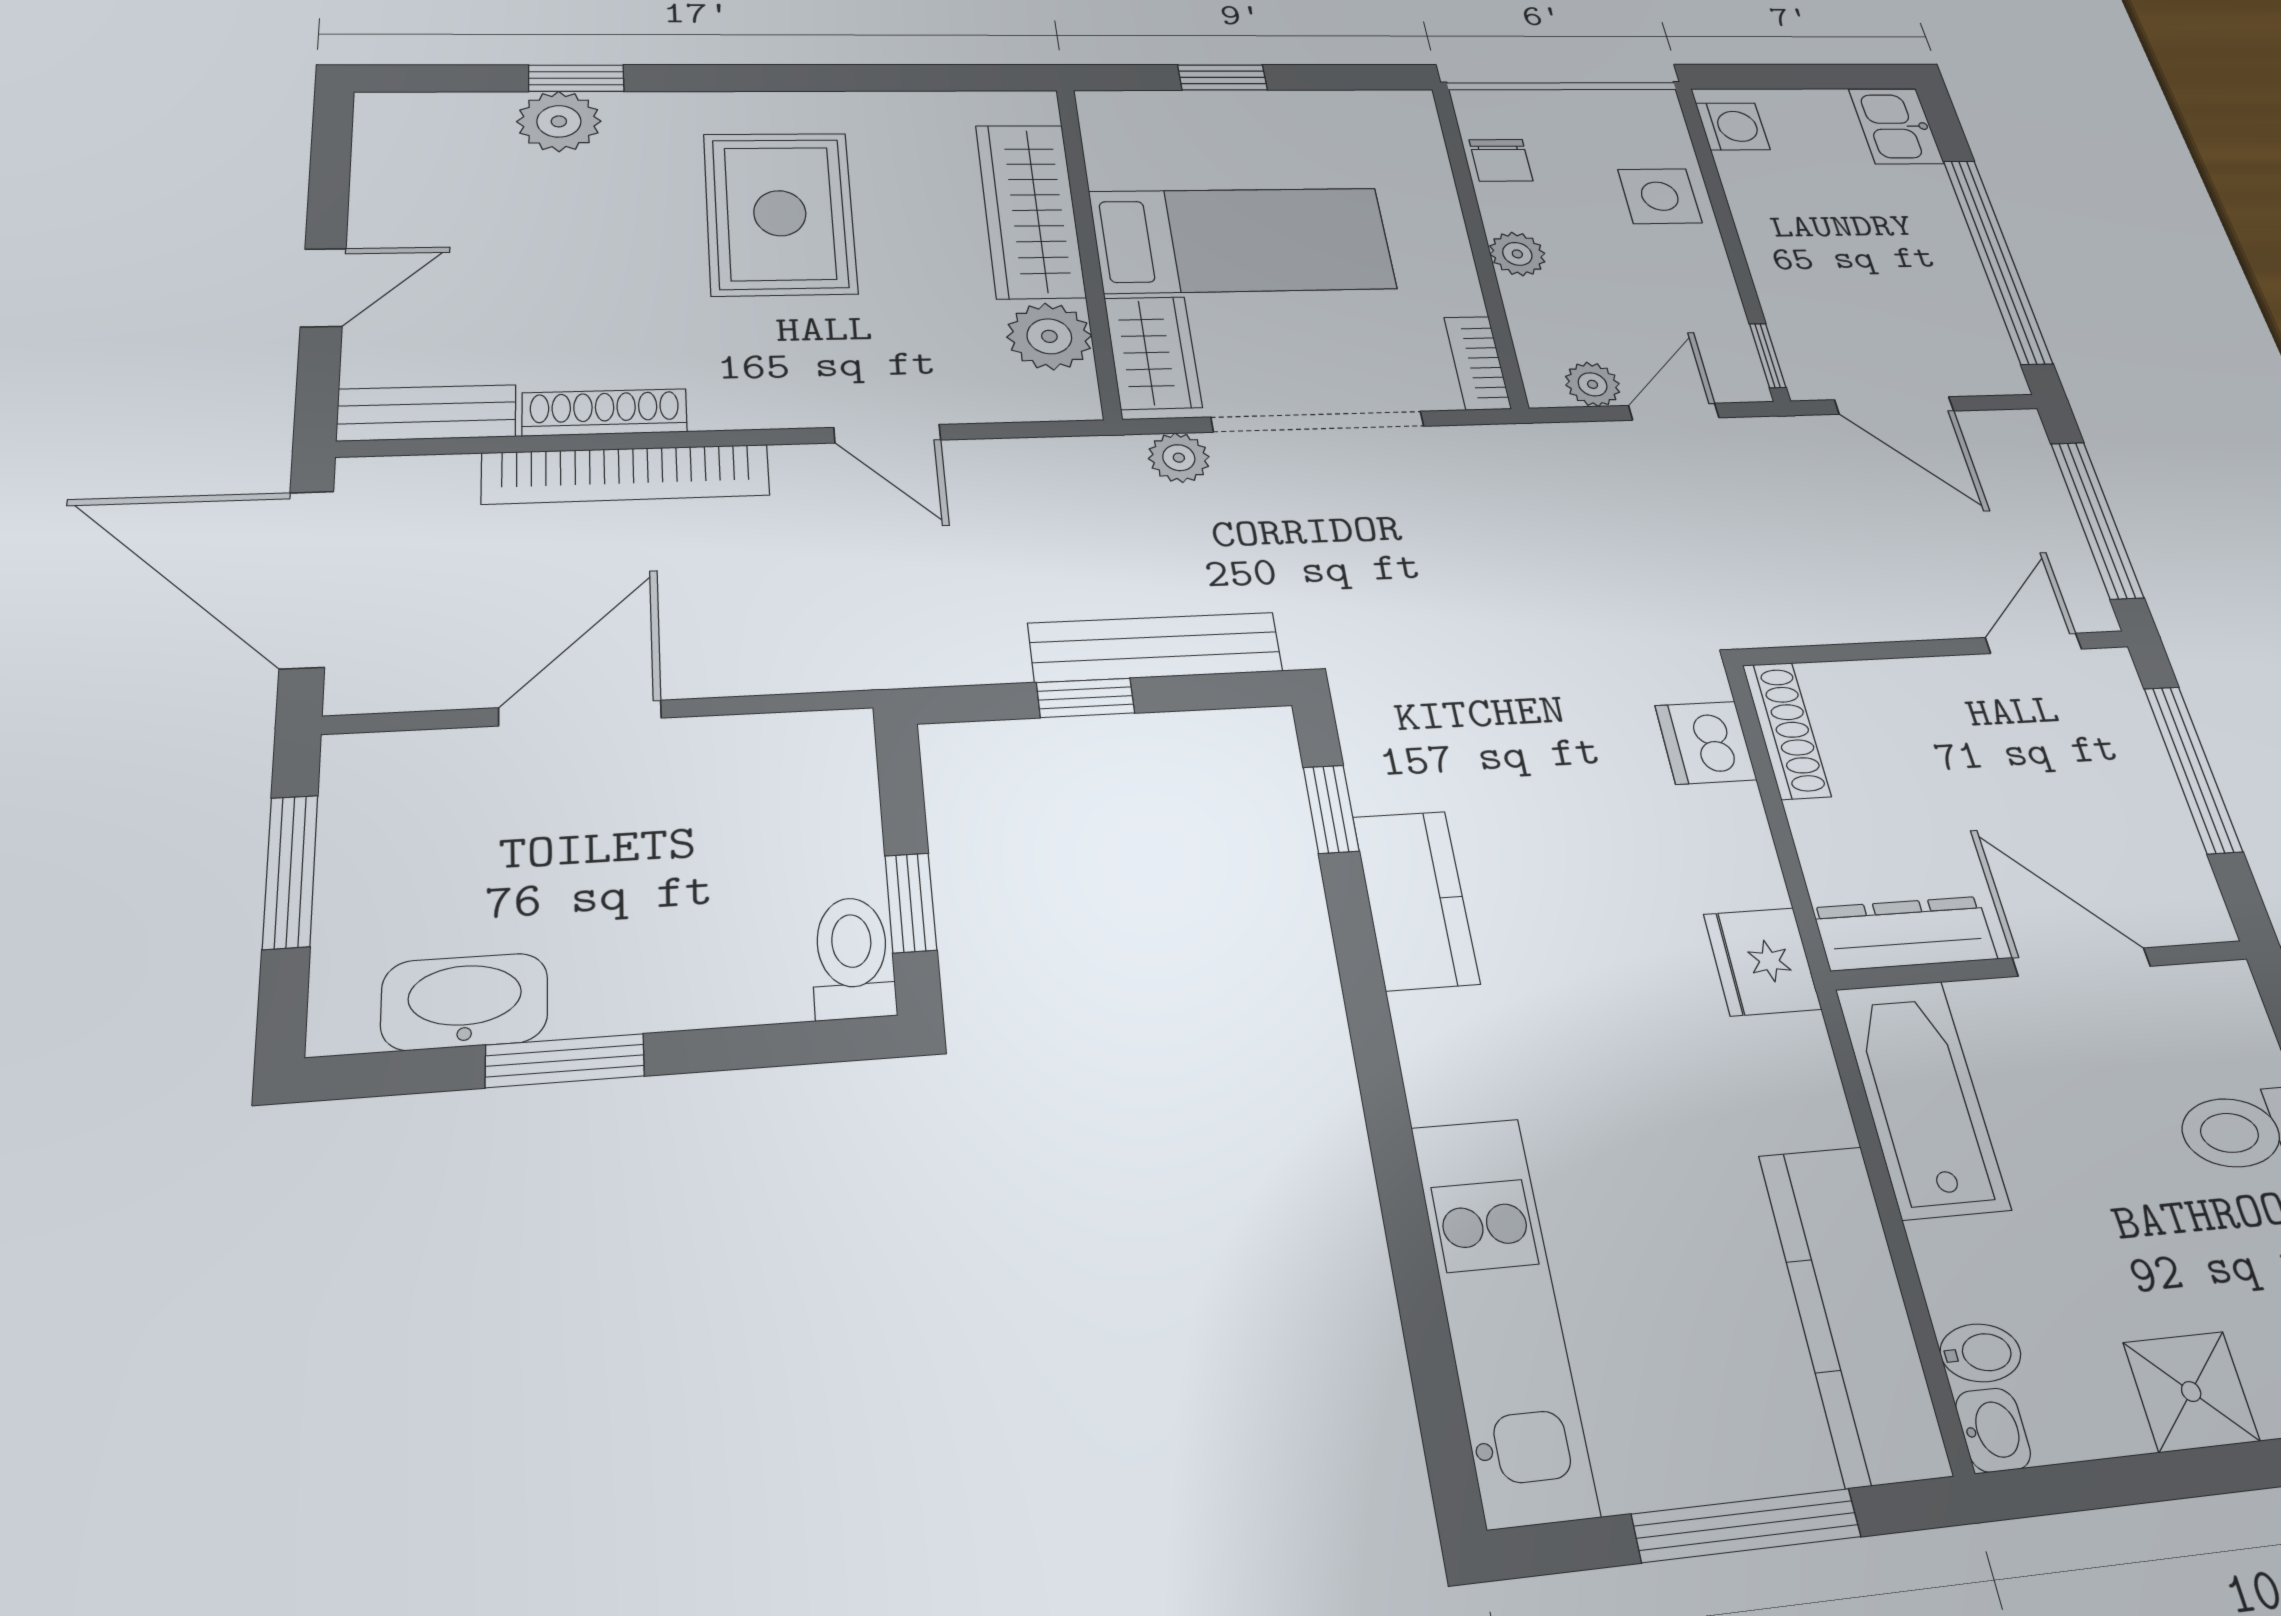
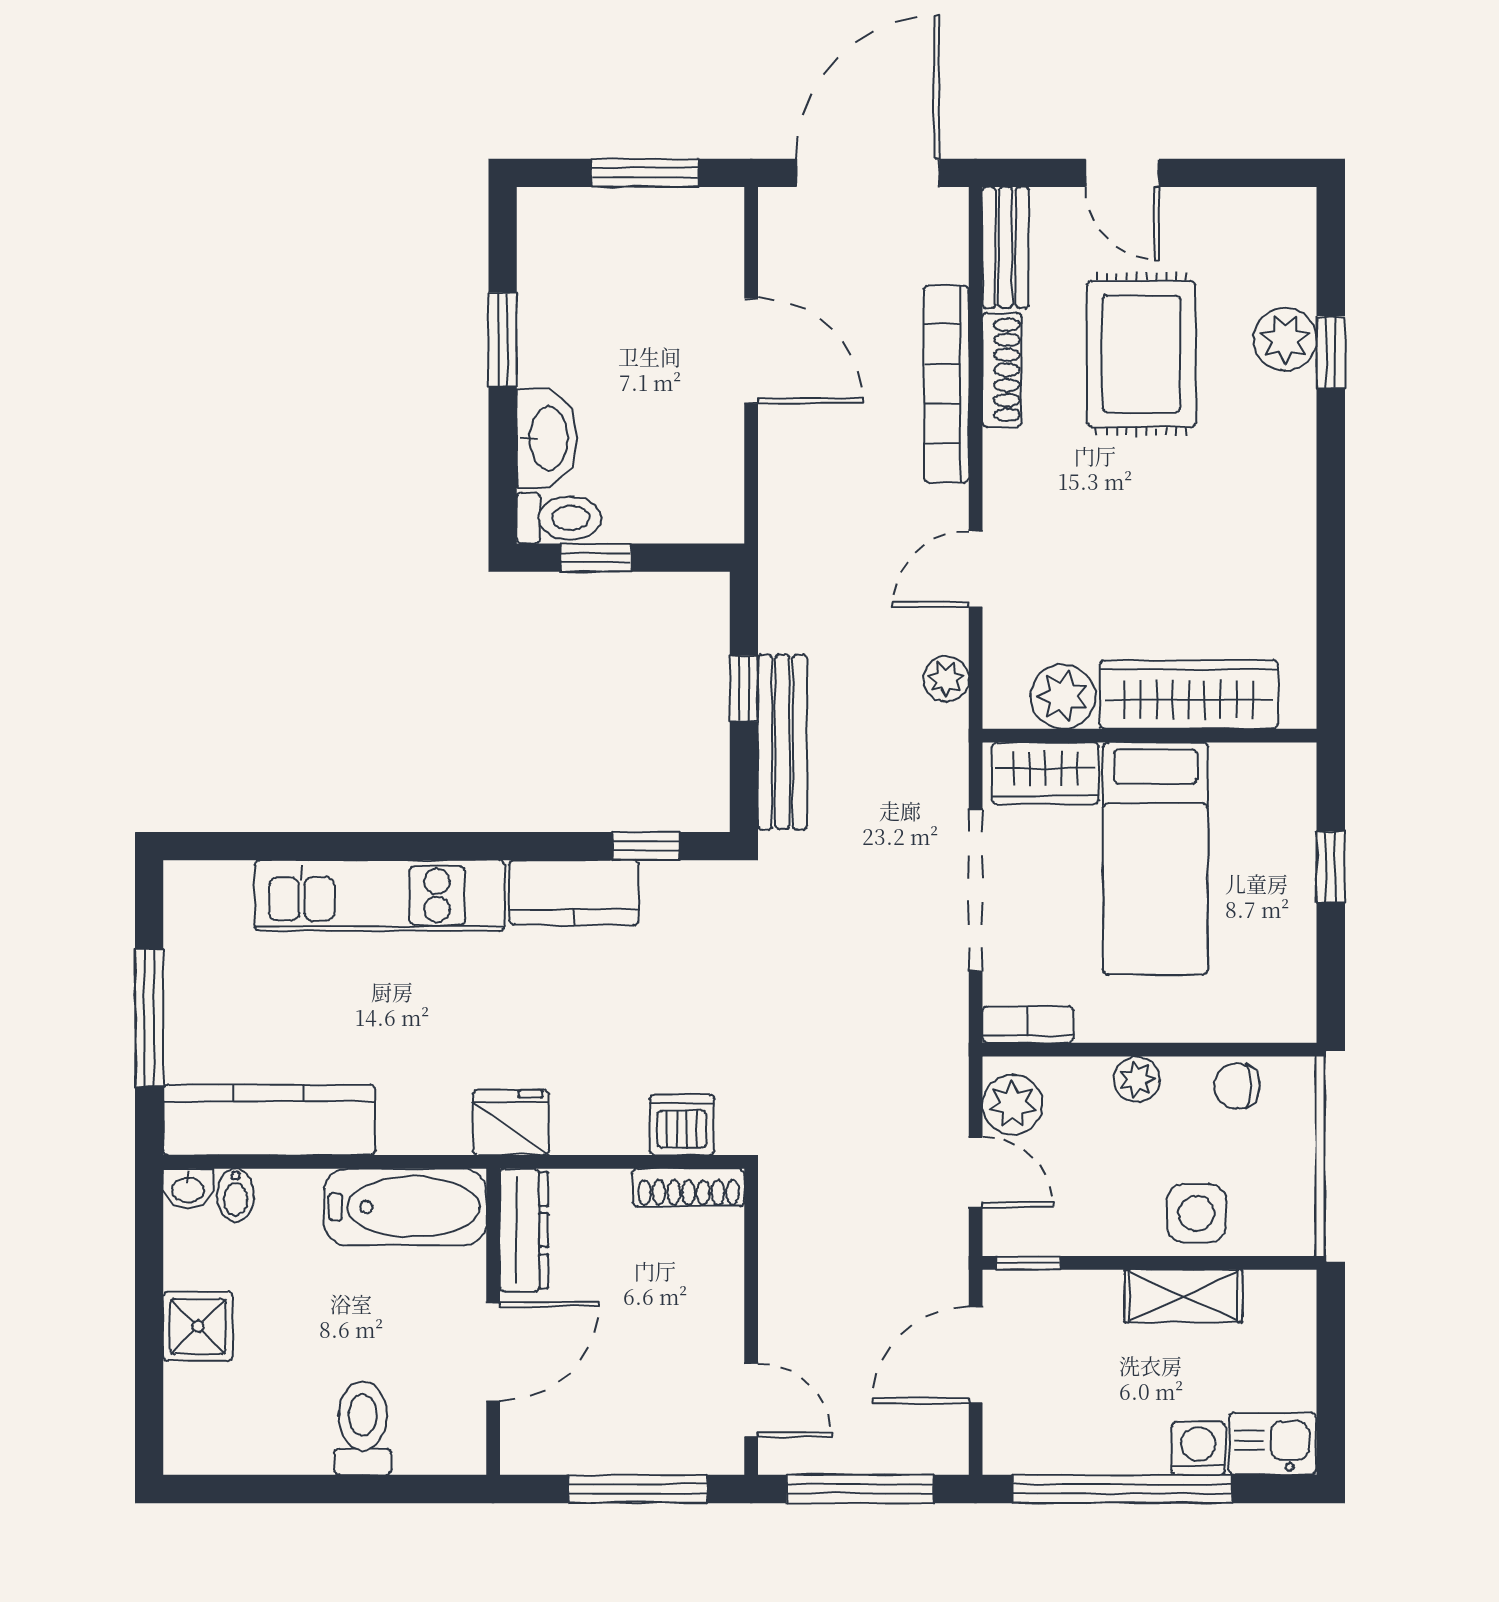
washing machine: (1733, 126) -> (1198, 1448), moved, turned 180
shelving: (1759, 207) -> (1183, 1296), added
rug: (780, 213) -> (1141, 354), moved, turned 90
plant: (1593, 384) -> (1012, 1104), width x1.38, depth x1.38
plant: (1179, 458) -> (946, 679), moved
washbasin: (465, 1002) -> (547, 438), moved
kitchen unit: (1503, 1316) -> (379, 895), moved

